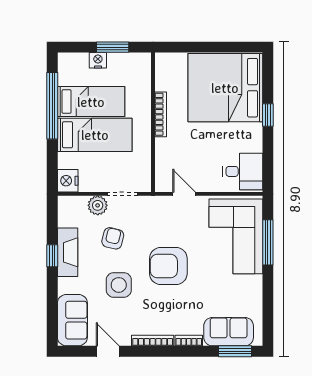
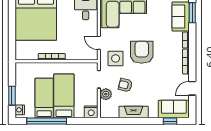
window: (113, 47) -> (12, 96), moved
nightstand: (98, 60) -> (20, 110), moved
door: (184, 194) -> (99, 43), hinge flipped
window: (52, 256) -> (170, 121), moved
armchair: (168, 266) -> (142, 52), turned 180
side table: (119, 285) -> (116, 58), moved

